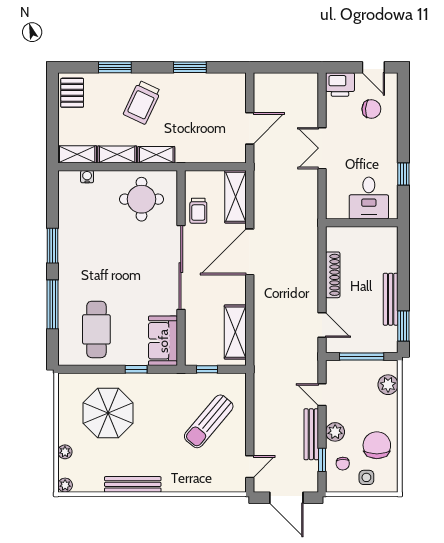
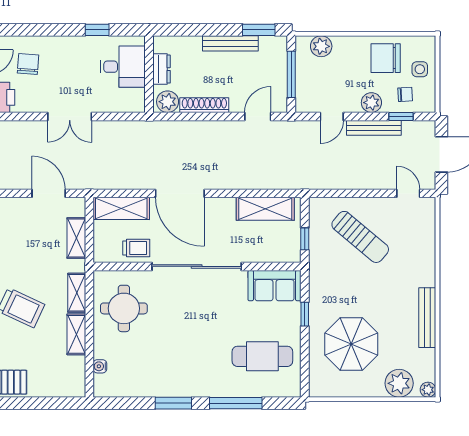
shelving: (77, 154) -> (76, 238), moved
dresser: (367, 235) -> (161, 69), added
plant: (336, 240) -> (168, 102), added
plant: (65, 452) -> (399, 383), width x1.87, depth x1.87

